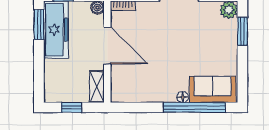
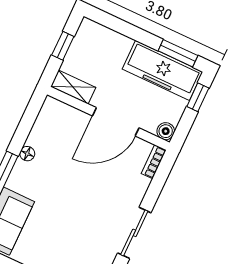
floor lamp: (183, 97) -> (27, 154), moved

